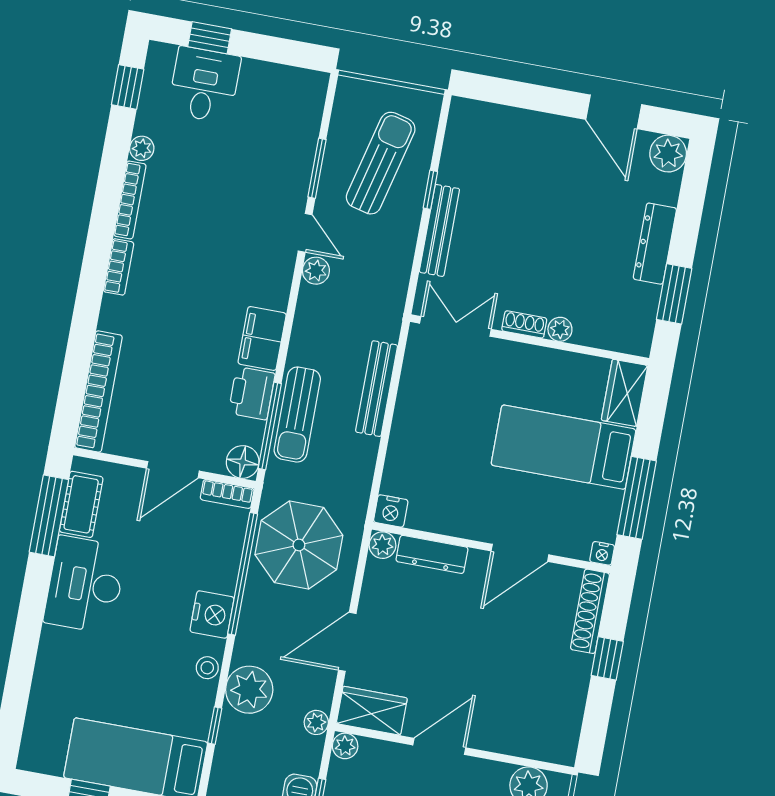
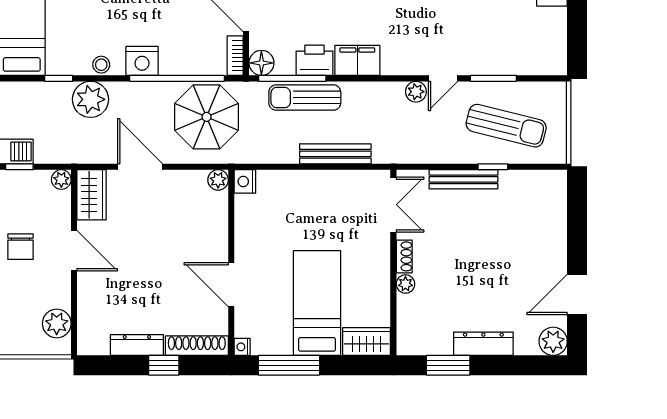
dresser: (432, 554) -> (137, 345), moved, turned 90
plant: (316, 722) -> (75, 155), removed

